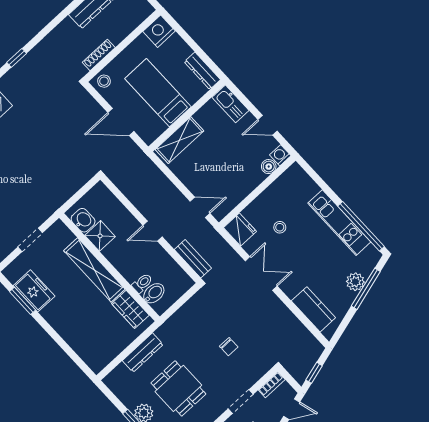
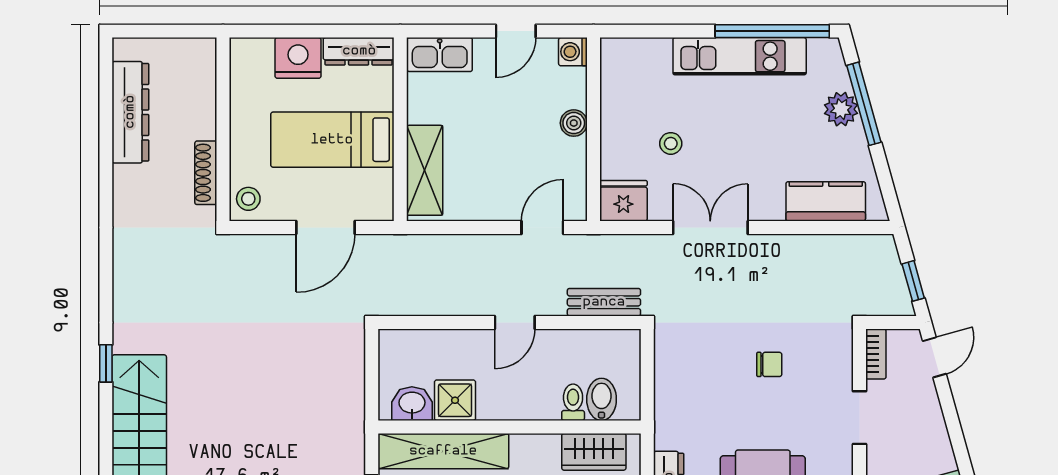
nightstand: (159, 31) -> (298, 58), moved, turned 90
window: (17, 58) -> (106, 289), removed
boiler: (269, 167) -> (574, 123), moved
shelving: (94, 270) -> (443, 451), moved

